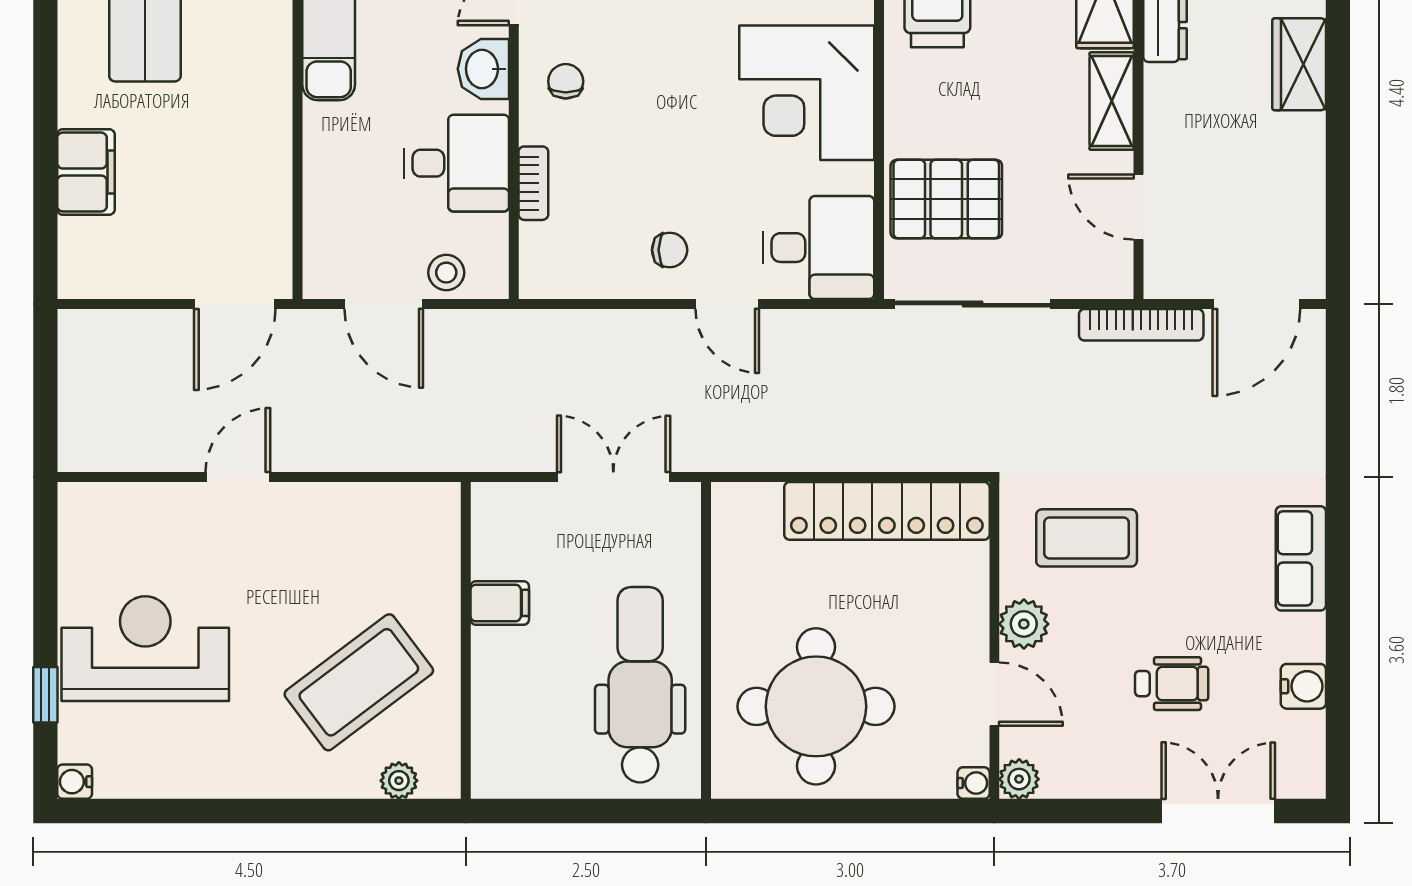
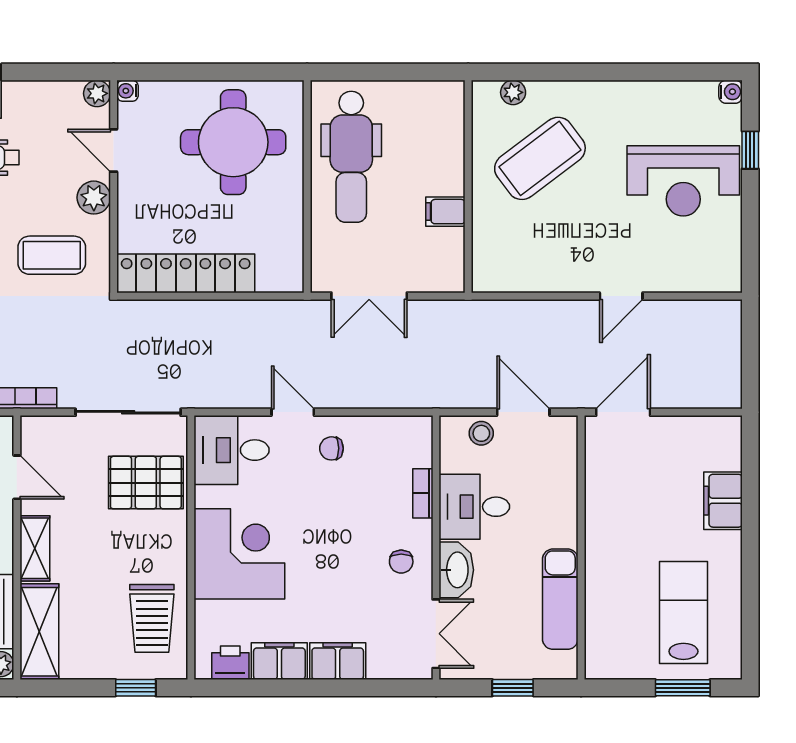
washbasin: (483, 69) -> (456, 570), width x1.38

